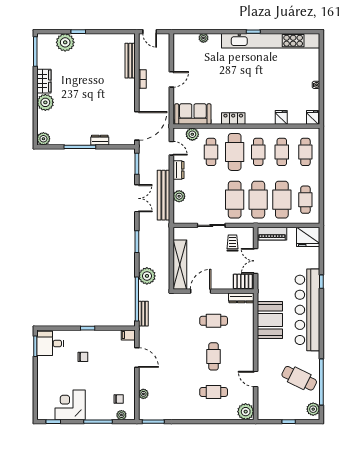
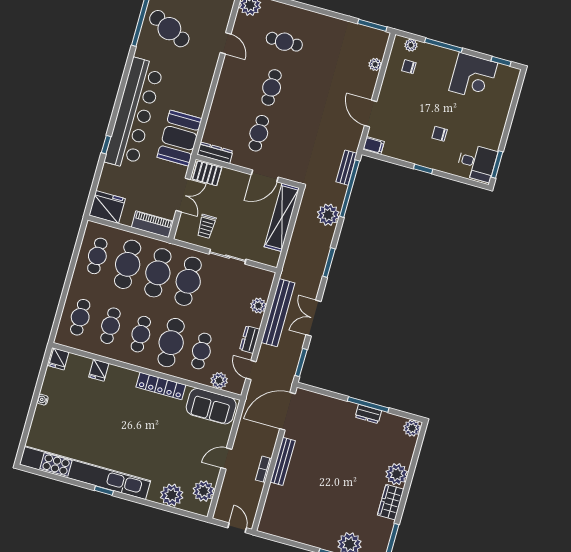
plant: (203, 38) -> (172, 495), width x1.88, depth x1.88
plant: (181, 51) -> (204, 491), added
bench: (130, 61) -> (283, 461), moved
locker: (233, 119) -> (161, 386), width x1.53
dresser: (100, 140) -> (368, 414), moved
booth: (270, 320) -> (179, 138), moved
cafe table: (214, 321) -> (259, 133), turned 90

